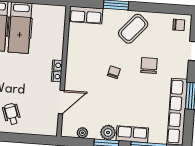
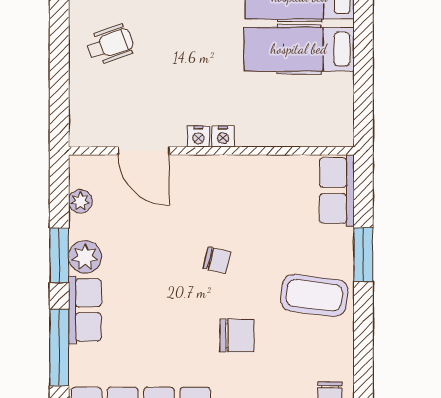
coffee table: (133, 29) -> (314, 295), turned -34

